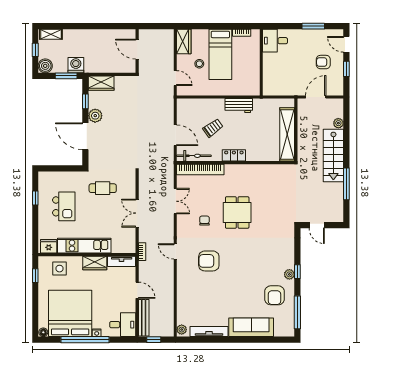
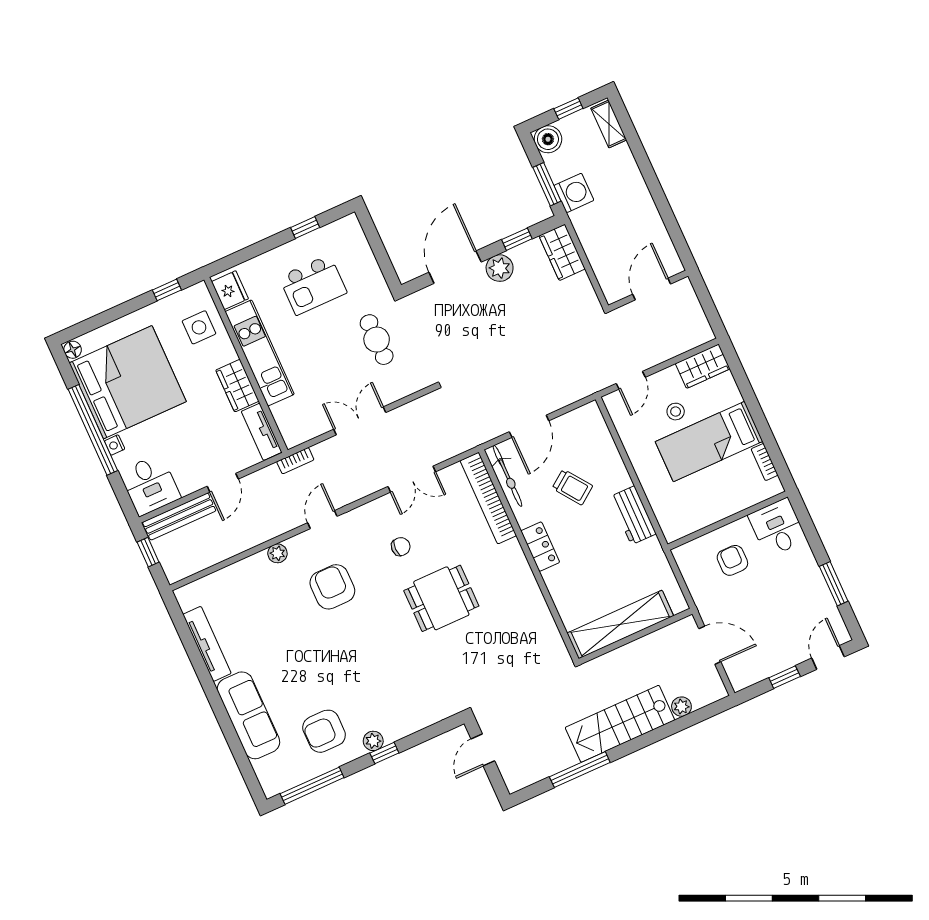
armchair: (323, 62) -> (732, 560), moved
plant: (182, 330) -> (277, 553), moved

